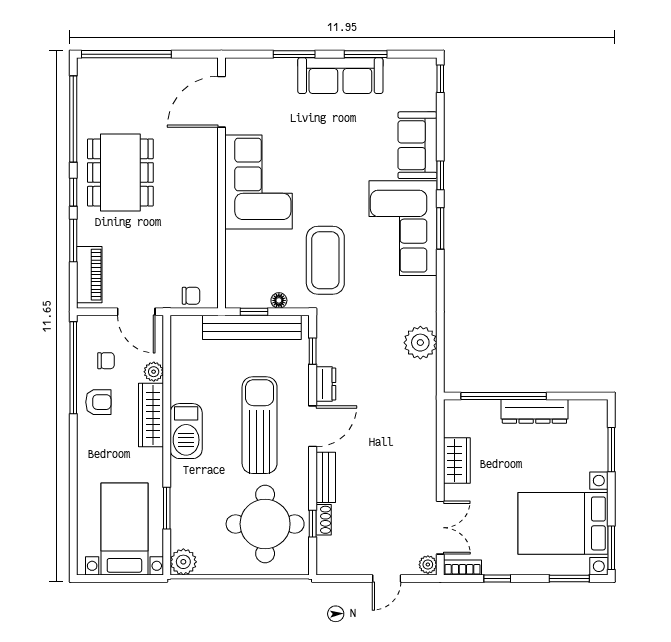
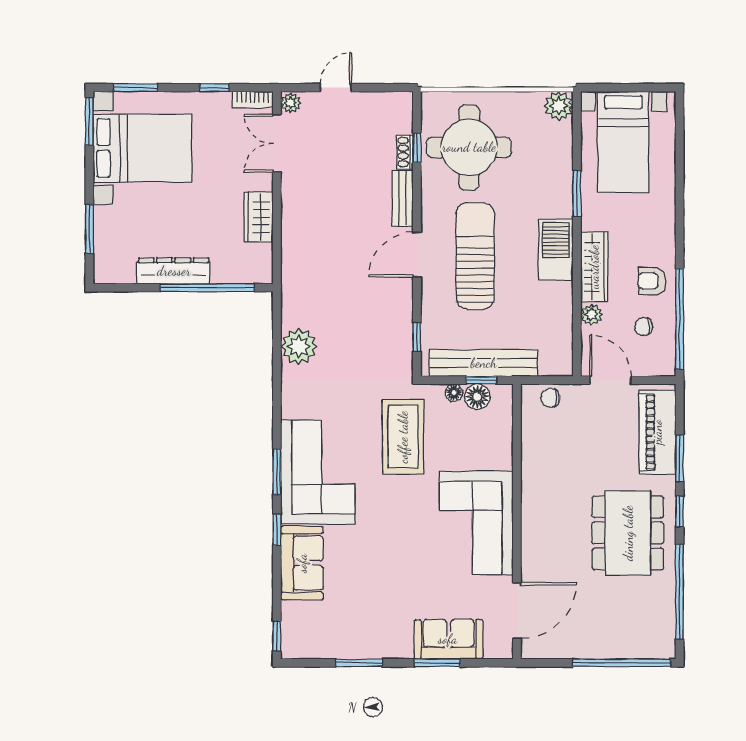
sofa: (340, 76) -> (448, 639), moved, width x0.73
piano: (89, 275) -> (657, 432), width x1.37, depth x1.33
floor lamp: (258, 297) -> (477, 397), added
dresser: (326, 384) -> (402, 301), removed
sun lounger: (260, 425) -> (475, 256), turned 180
window: (167, 508) -> (577, 194), moved

